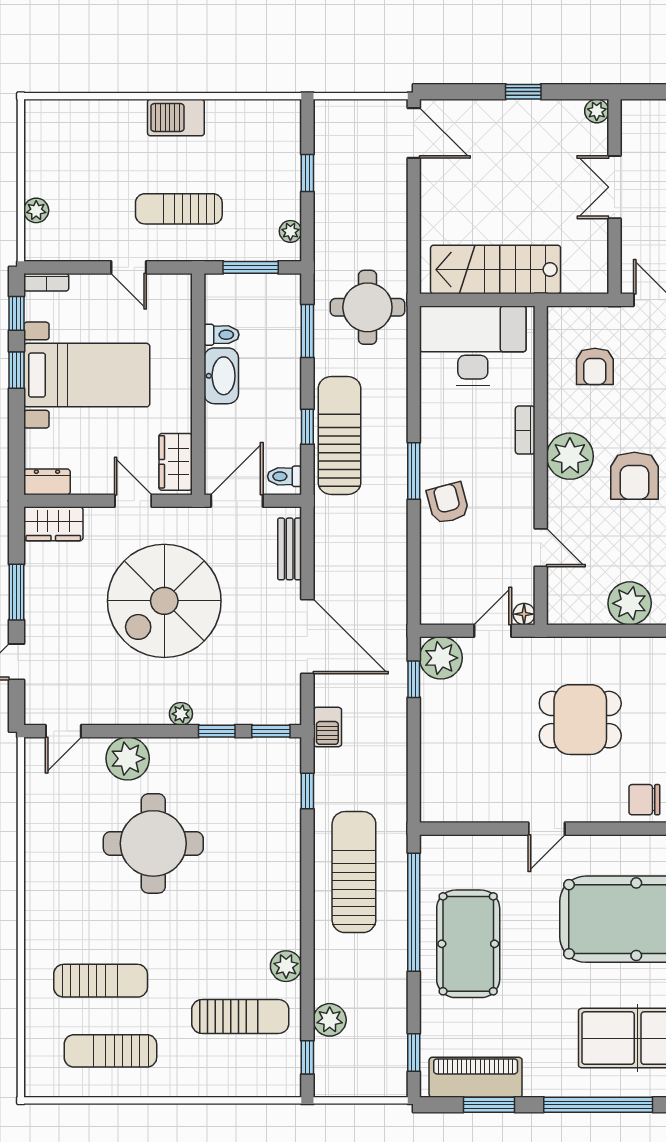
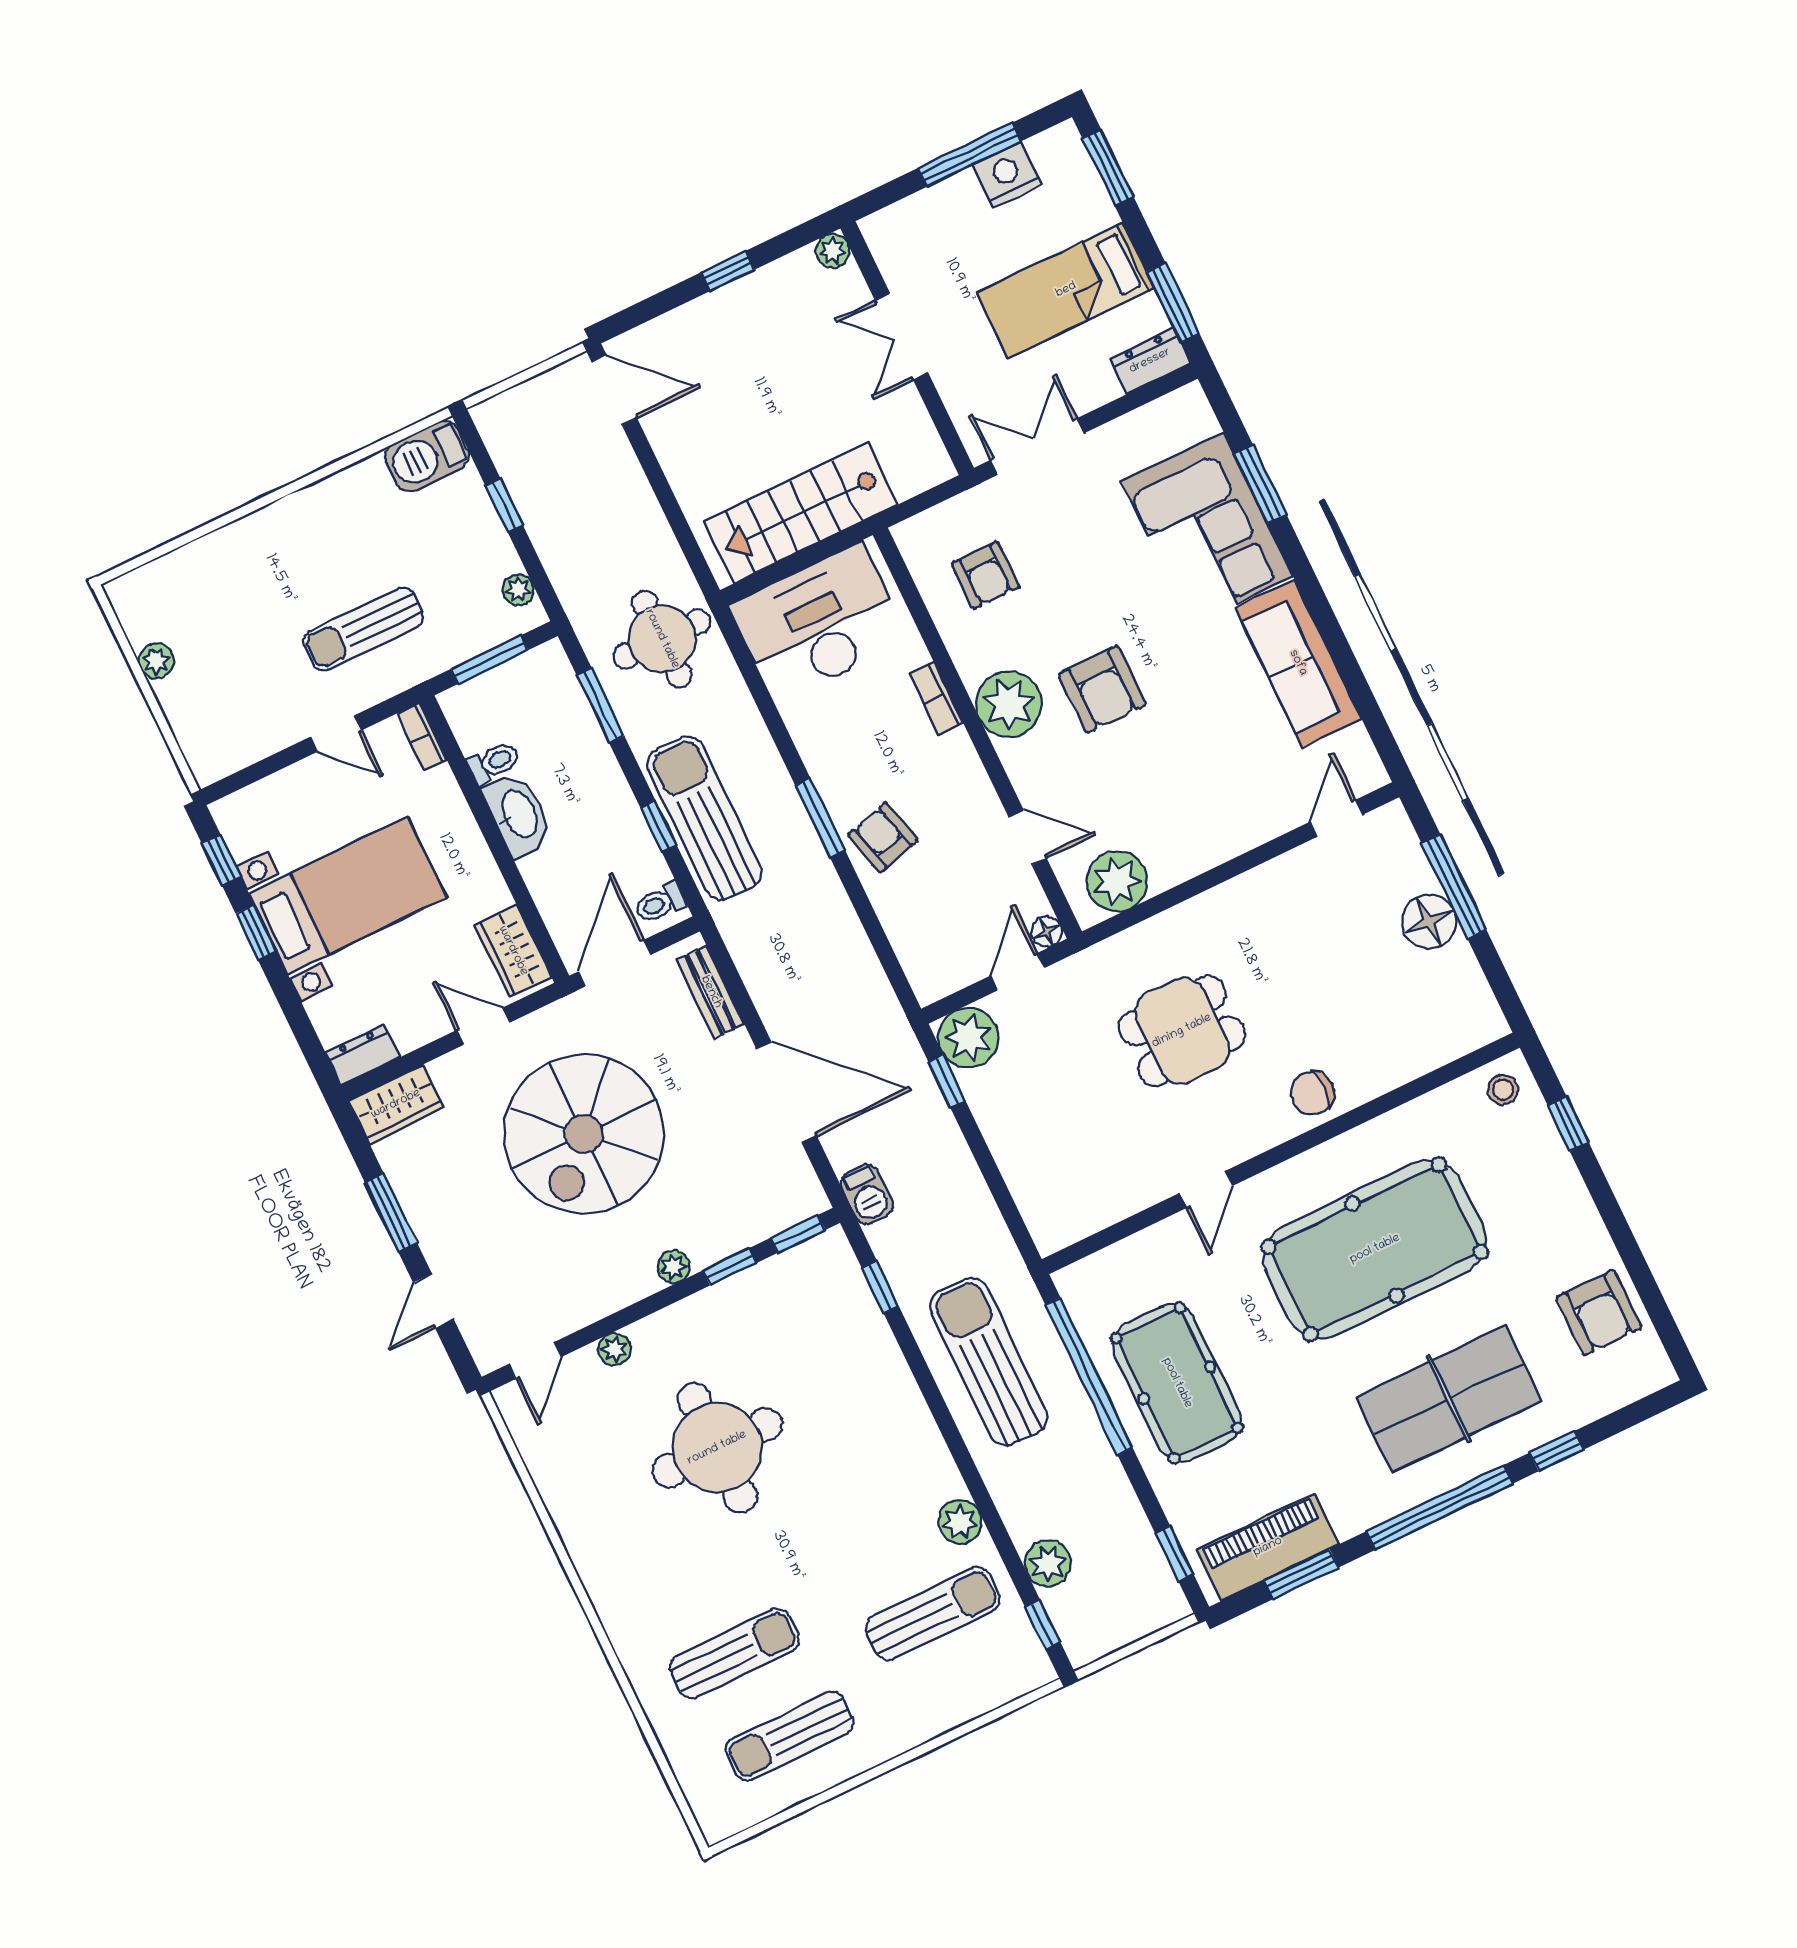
barbecue: (176, 118) -> (427, 456), moved
plant: (36, 210) -> (156, 661), moved
bookcase: (46, 282) -> (422, 737), moved, turned 90
plant: (630, 603) -> (1117, 881), moved
plant: (128, 759) -> (614, 1349), width x0.53, depth x0.53

